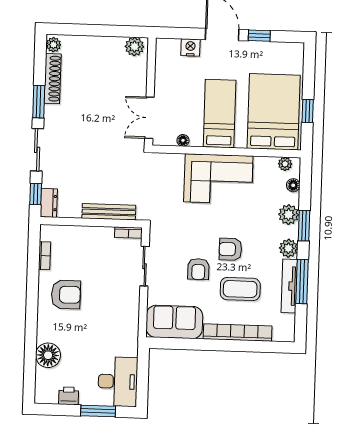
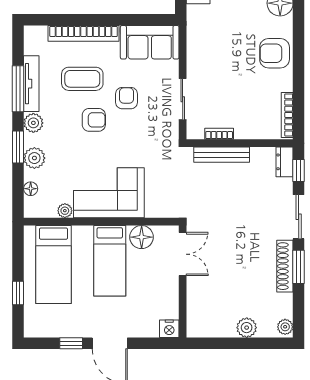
plant: (134, 47) -> (247, 328), moved
nightstand: (190, 47) -> (169, 329), moved
shoe rack: (53, 79) -> (285, 266), moved
window: (308, 111) -> (18, 293), moved
bed: (274, 112) -> (54, 264), width x0.67
floor lamp: (183, 140) -> (142, 237), width x1.89, depth x1.89
plant: (285, 164) -> (65, 211), moved
bookcase: (128, 233) -> (219, 134), moved
bookcase: (45, 256) -> (287, 115), width x1.56
armchair: (66, 295) -> (275, 53), moved

